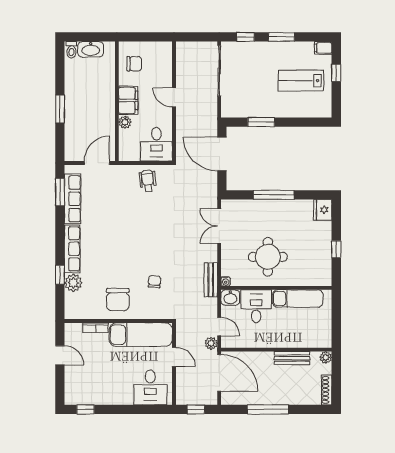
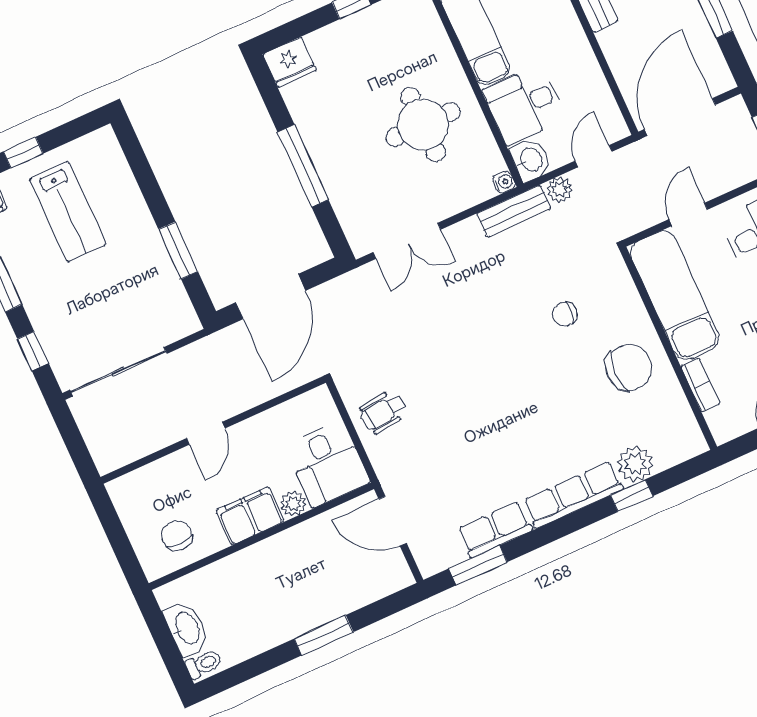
desk: (156, 144) -> (327, 464), moved, turned 90
row of seats: (73, 199) -> (495, 529), width x0.68
plant: (211, 343) -> (559, 190), moved

